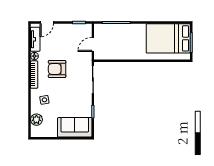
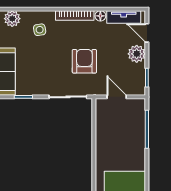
plant: (62, 30) -> (137, 54), added
armchair: (57, 69) -> (84, 61), moved

